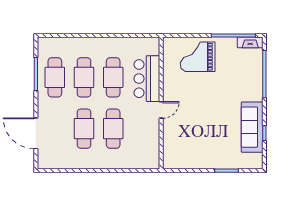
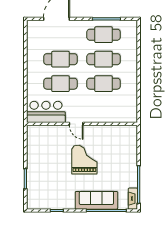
grand piano: (198, 57) -> (84, 160), moved
bar counter: (147, 79) -> (46, 112), moved
sofa: (252, 127) -> (96, 200), moved

